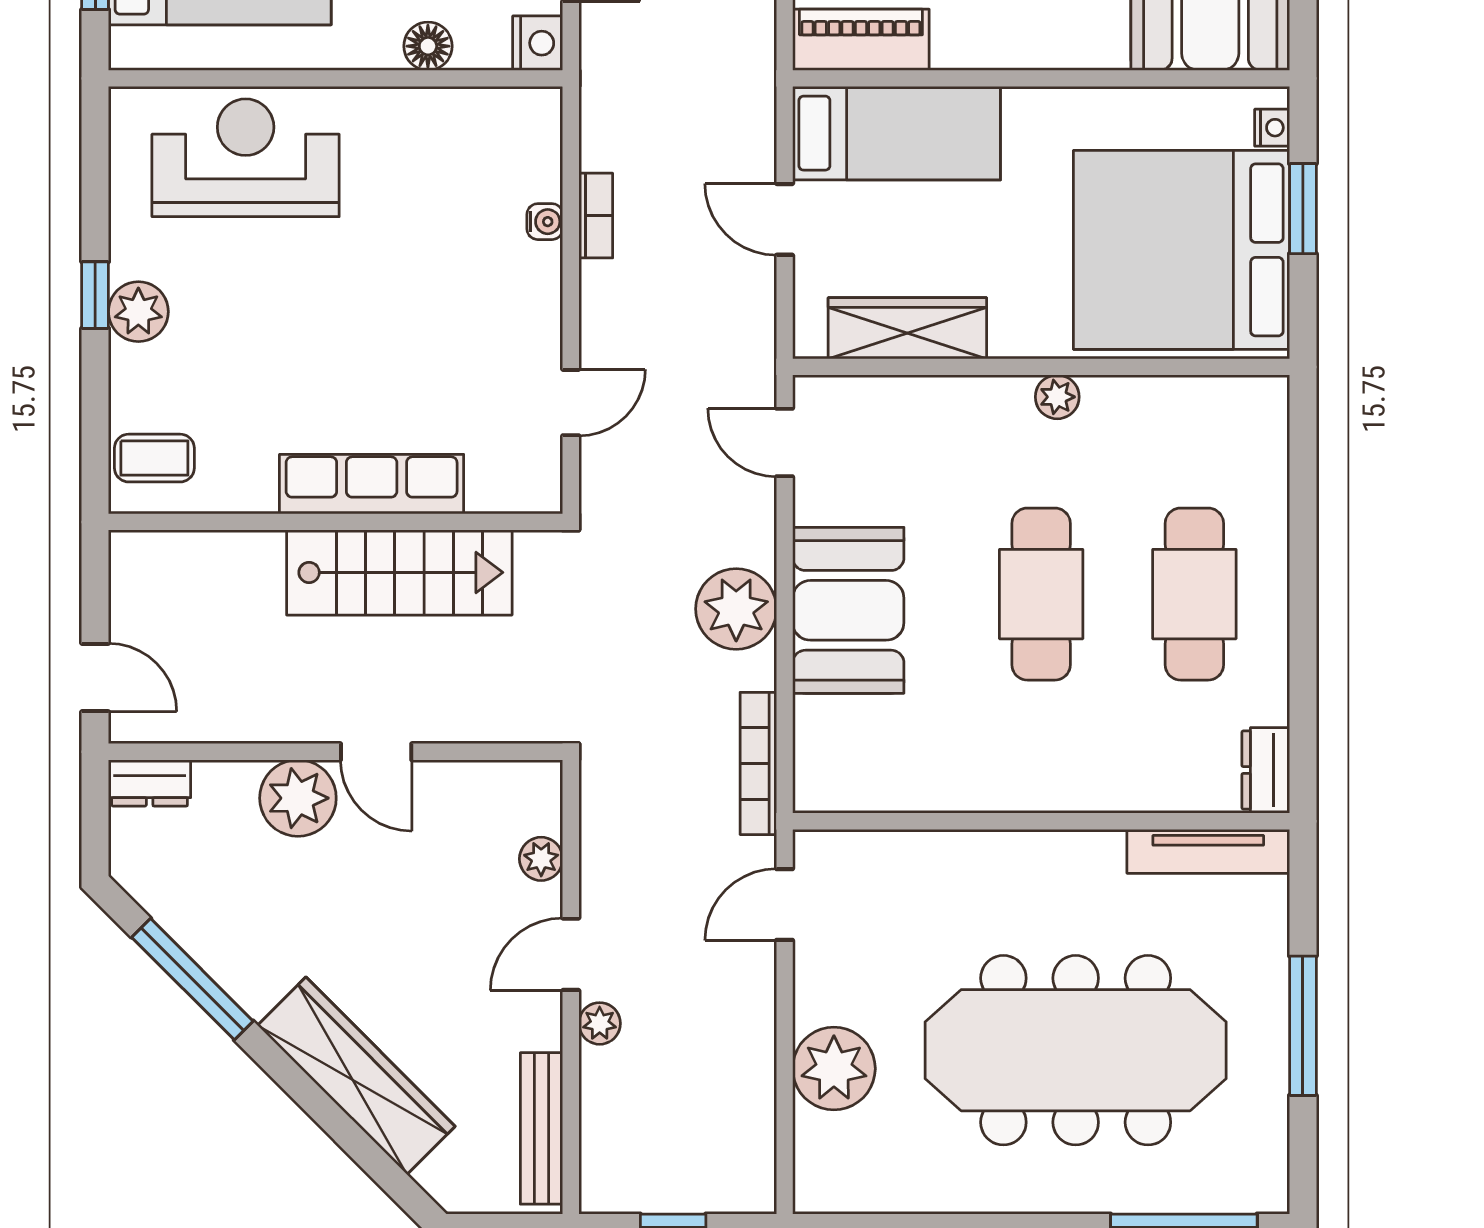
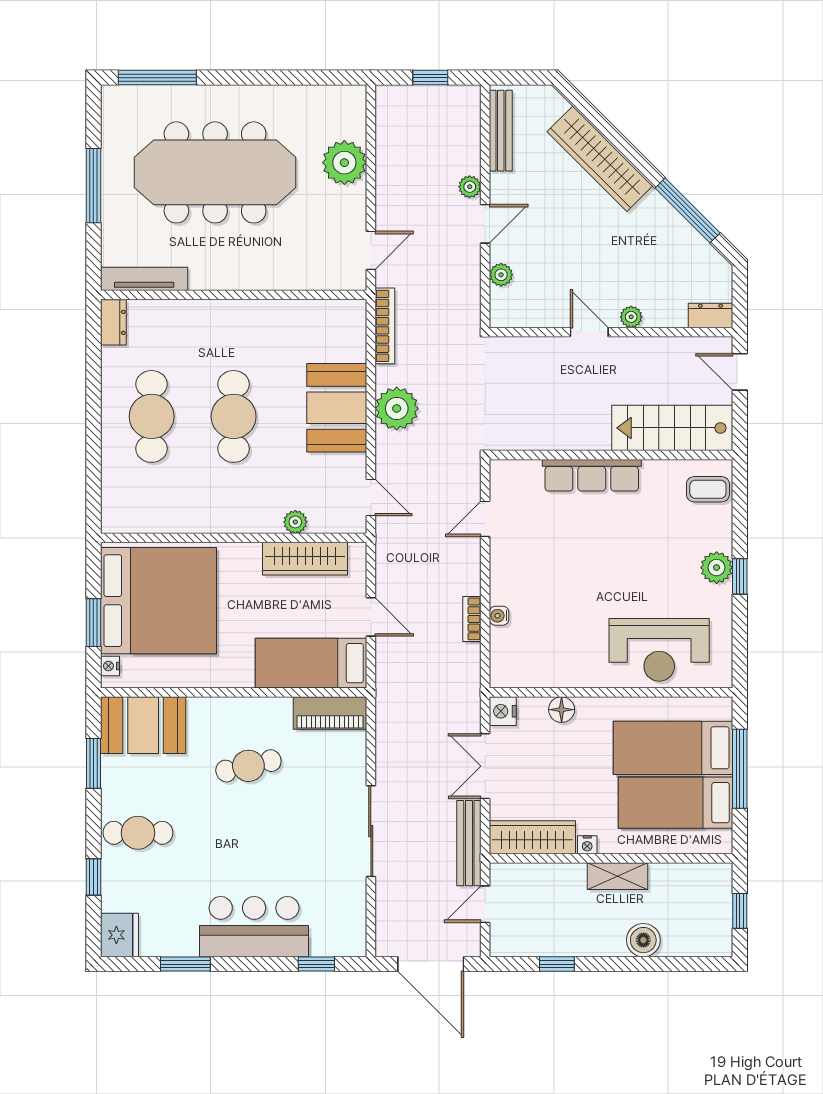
plant: (1057, 397) -> (295, 522), moved
stairs: (399, 572) -> (672, 428), moved
plant: (298, 798) -> (631, 317), width x0.53, depth x0.53

